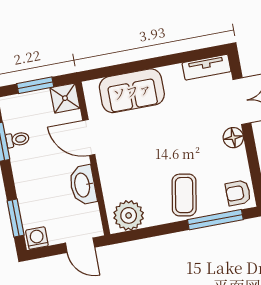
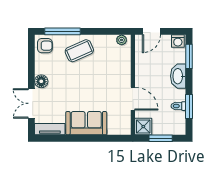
sofa: (132, 91) -> (86, 123), moved
washbasin: (83, 185) -> (178, 76), moved, turned 180
coffee table: (184, 195) -> (79, 51), turned 56
plant: (129, 215) -> (122, 40), width x0.53, depth x0.53
door: (80, 245) -> (151, 31), swing flipped

